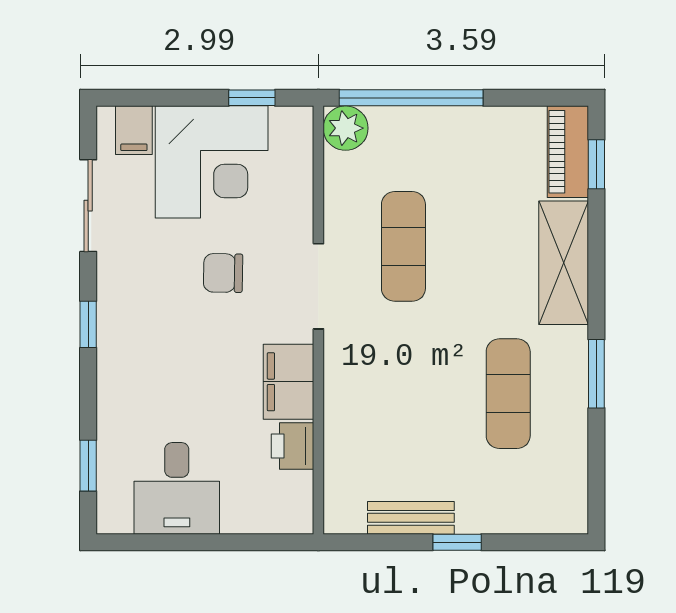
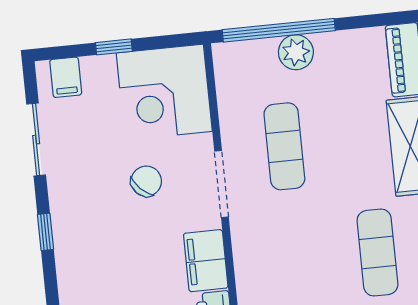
window: (252, 98) -> (114, 47), moved
plant: (346, 128) -> (296, 52), moved
corner desk: (212, 162) -> (164, 92), moved, turned 90
chair: (223, 273) -> (146, 181), turned 134

